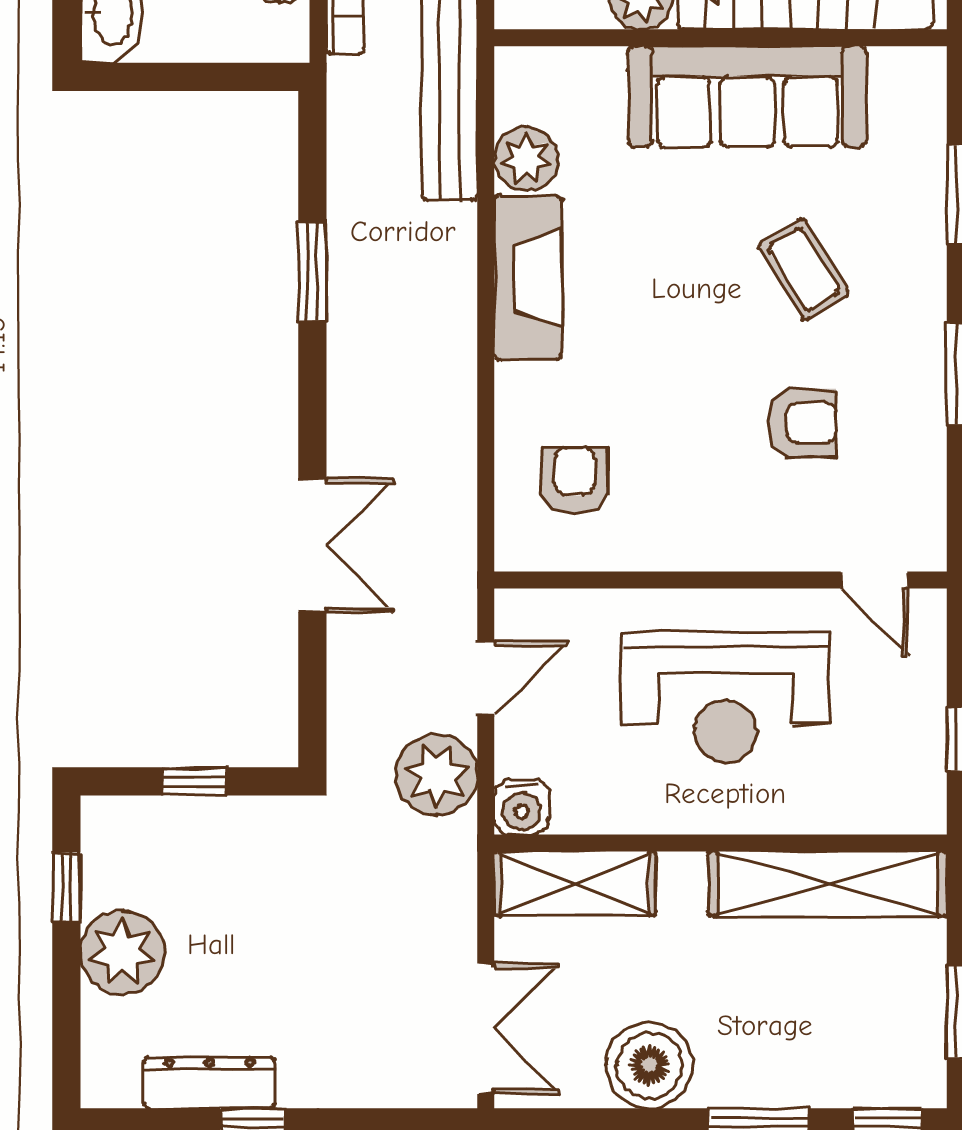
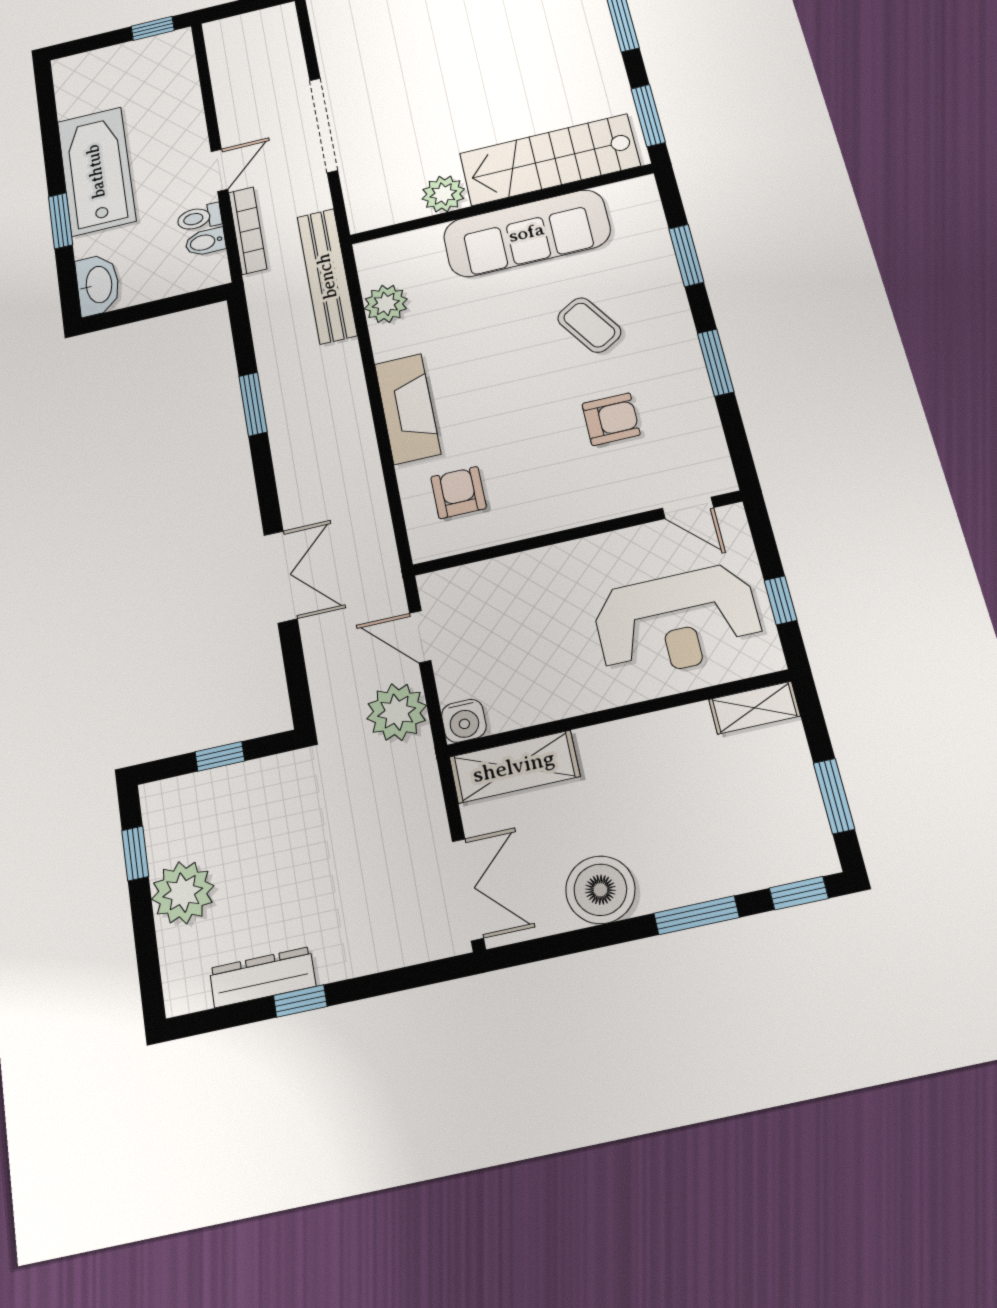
fireplace: (528, 277) -> (408, 409), moved
door: (486, 677) -> (420, 637), swing flipped
reception desk: (725, 697) -> (677, 622), moved
shelving: (828, 884) -> (755, 708), width x0.45, depth x0.75

